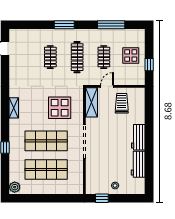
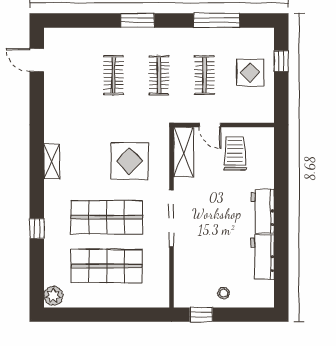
clothes rail: (77, 57) -> (159, 75), width x0.73
window: (149, 65) -> (281, 61), moved
door: (107, 86) -> (210, 125), swing flipped

